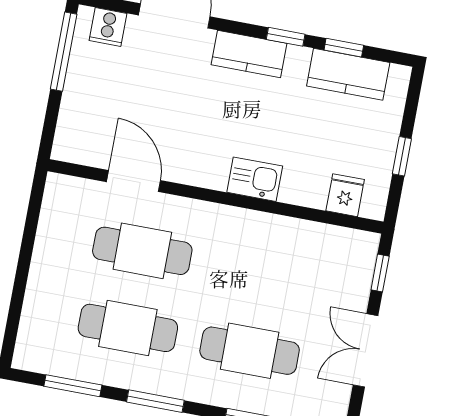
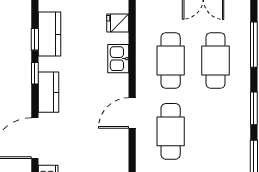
kitchen sink: (255, 179) -> (118, 59), moved
door: (133, 181) -> (132, 113), moved
cafe table: (128, 328) -> (171, 60), moved

